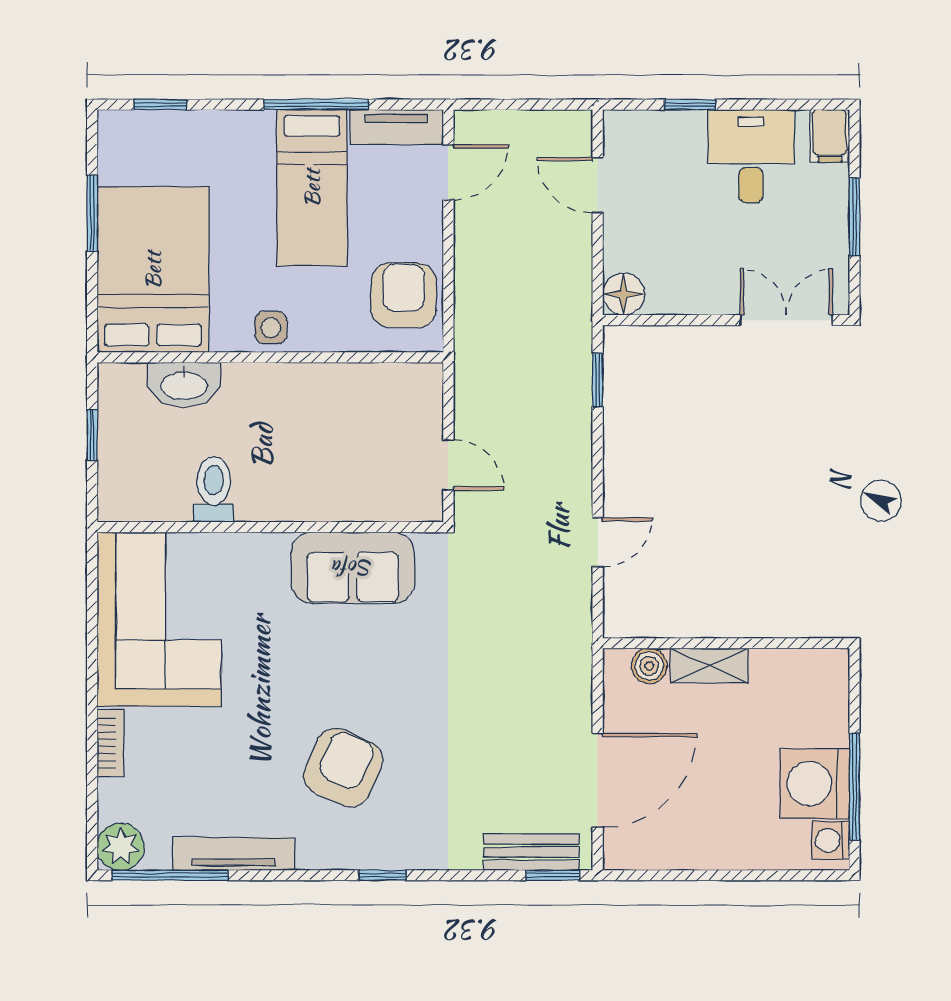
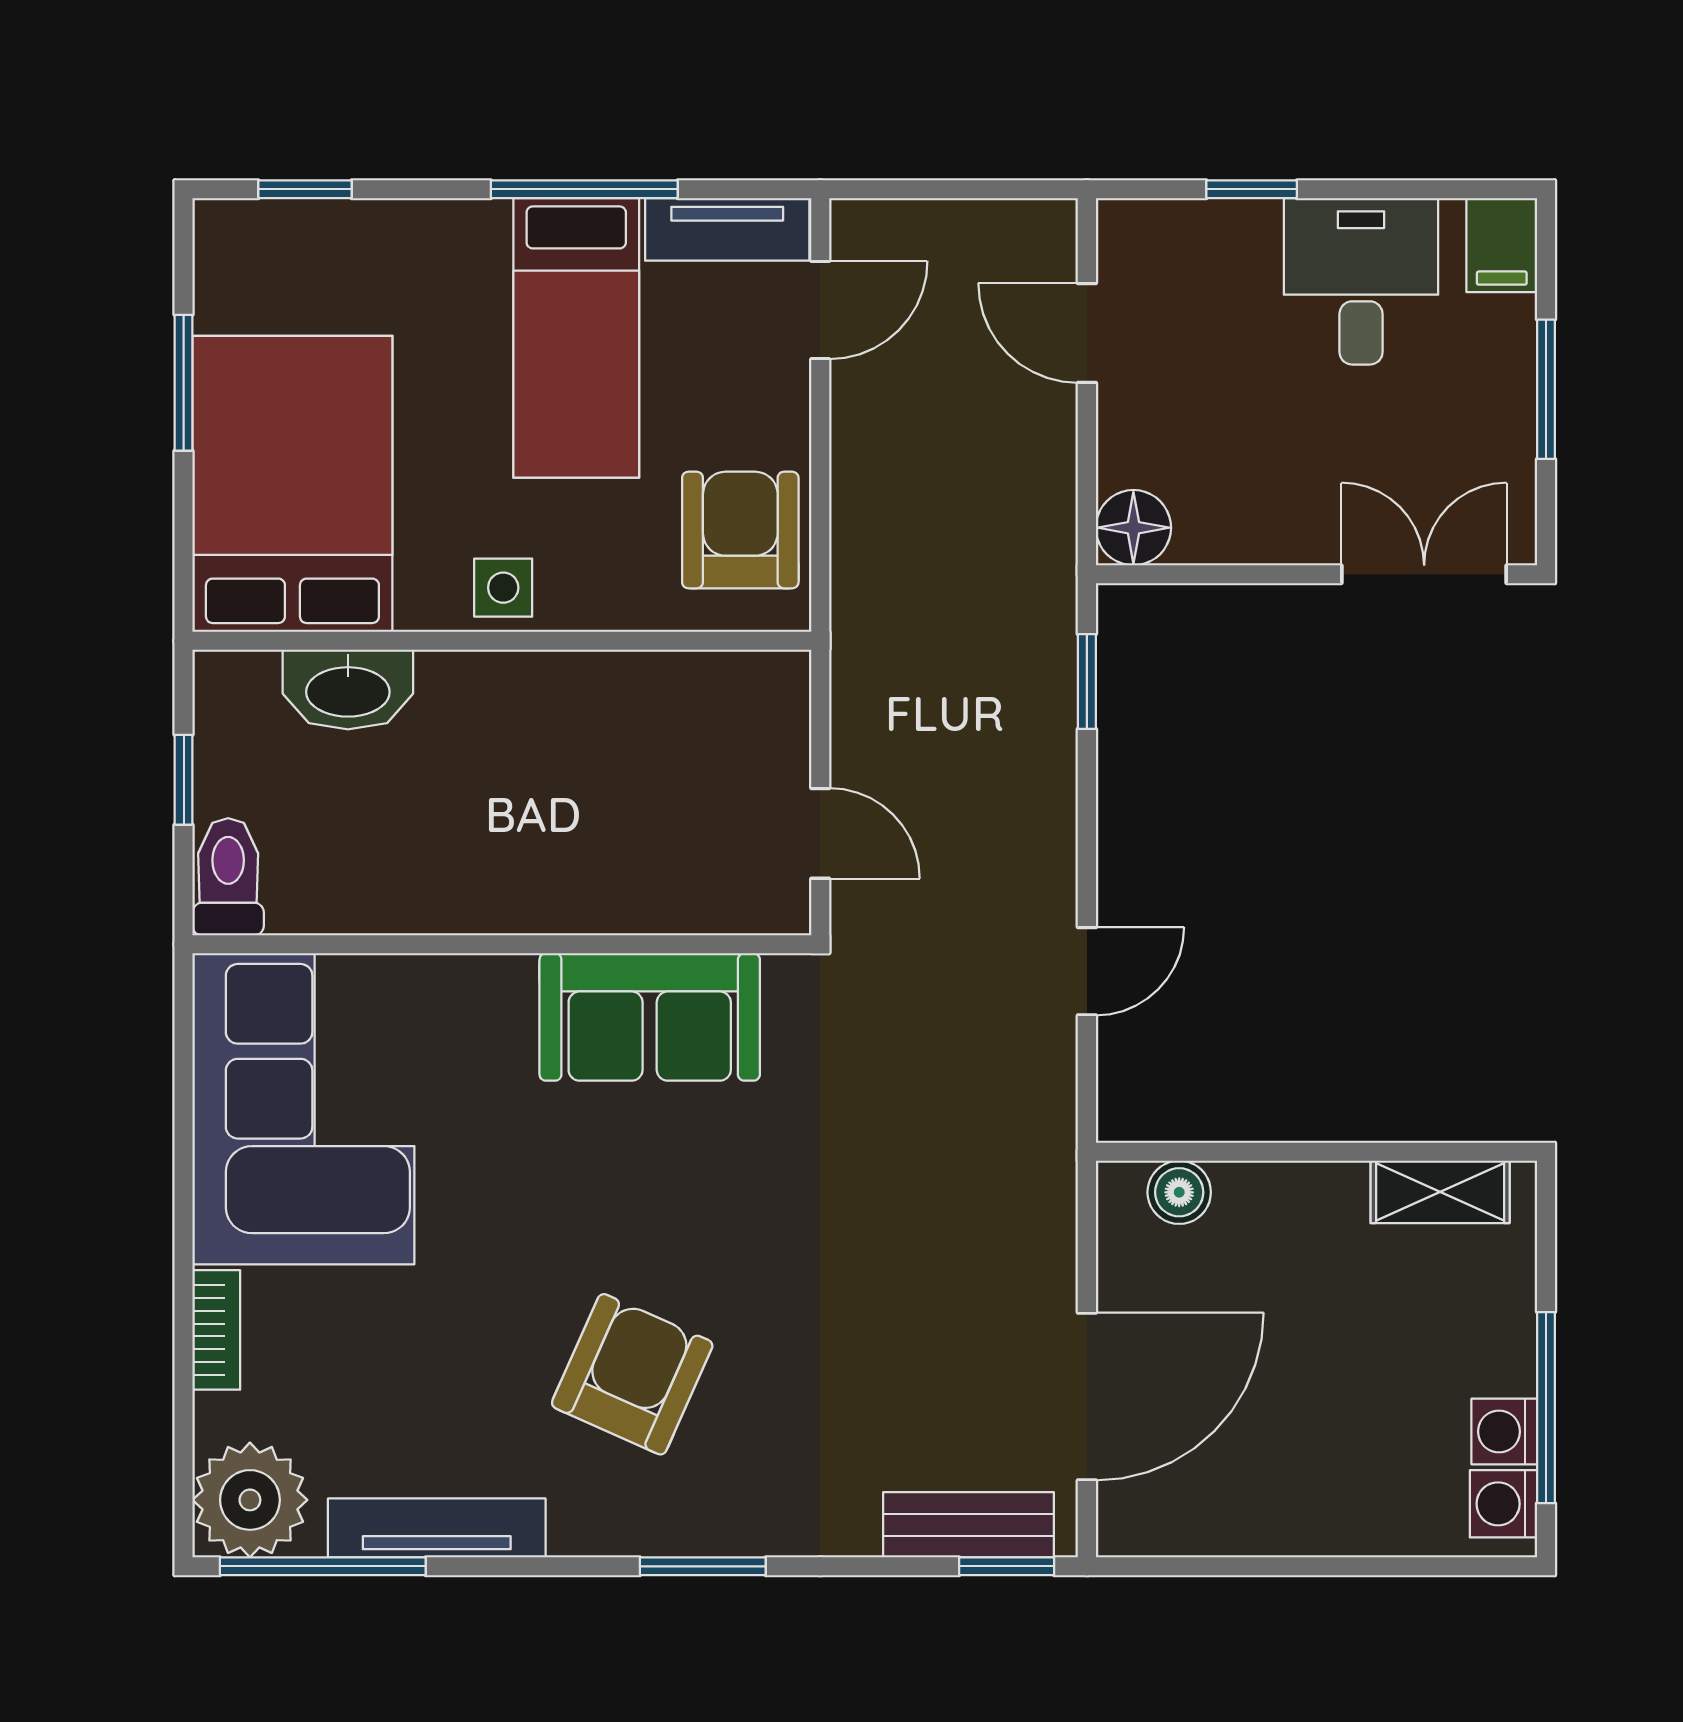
toilet: (214, 489) -> (228, 877), moved
shelving: (709, 666) -> (1440, 1192), moved
washing machine: (815, 784) -> (1504, 1432), width x0.53, depth x0.53
plant: (121, 847) -> (250, 1500), width x1.36, depth x1.36
window: (383, 875) -> (703, 1566), width x1.50

